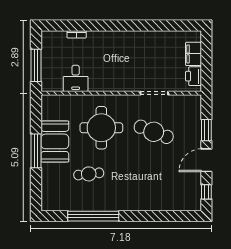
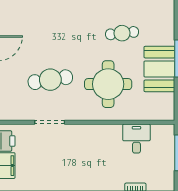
cafe table: (154, 132) -> (50, 80), turned -30

